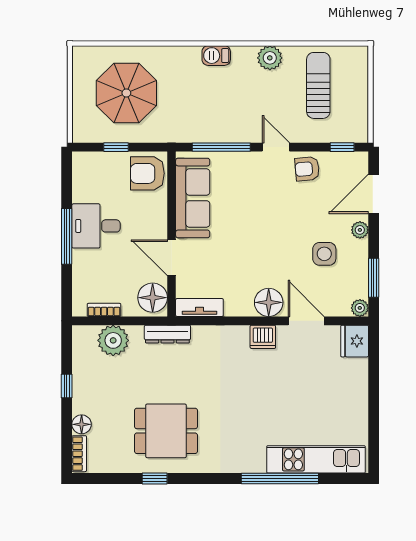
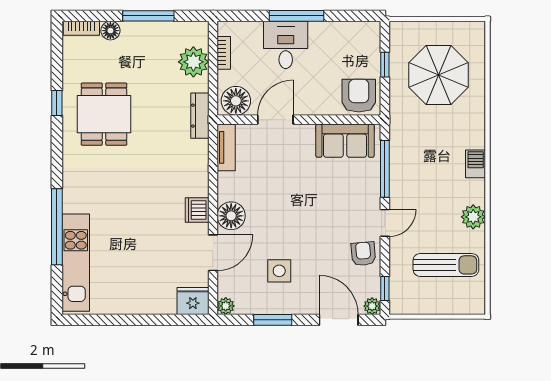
sofa: (193, 198) -> (345, 141), width x0.73
desk: (96, 226) -> (286, 45), moved
plant: (360, 230) -> (372, 306), moved
window: (374, 278) -> (273, 320), moved
window: (67, 386) -> (148, 16), width x2.17

